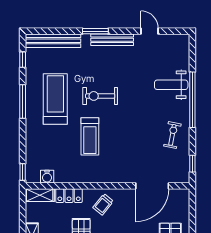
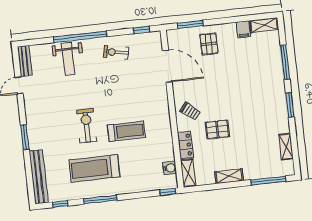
bench: (112, 40) -> (25, 61), moved, width x0.73
exercise bike: (100, 96) -> (87, 126), turned 180
window: (192, 214) -> (190, 24), added

